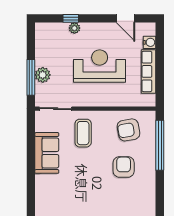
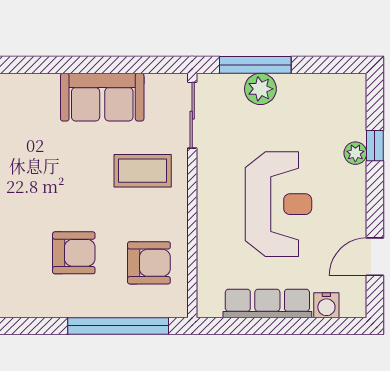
armchair: (129, 130) -> (149, 263), turned 100

